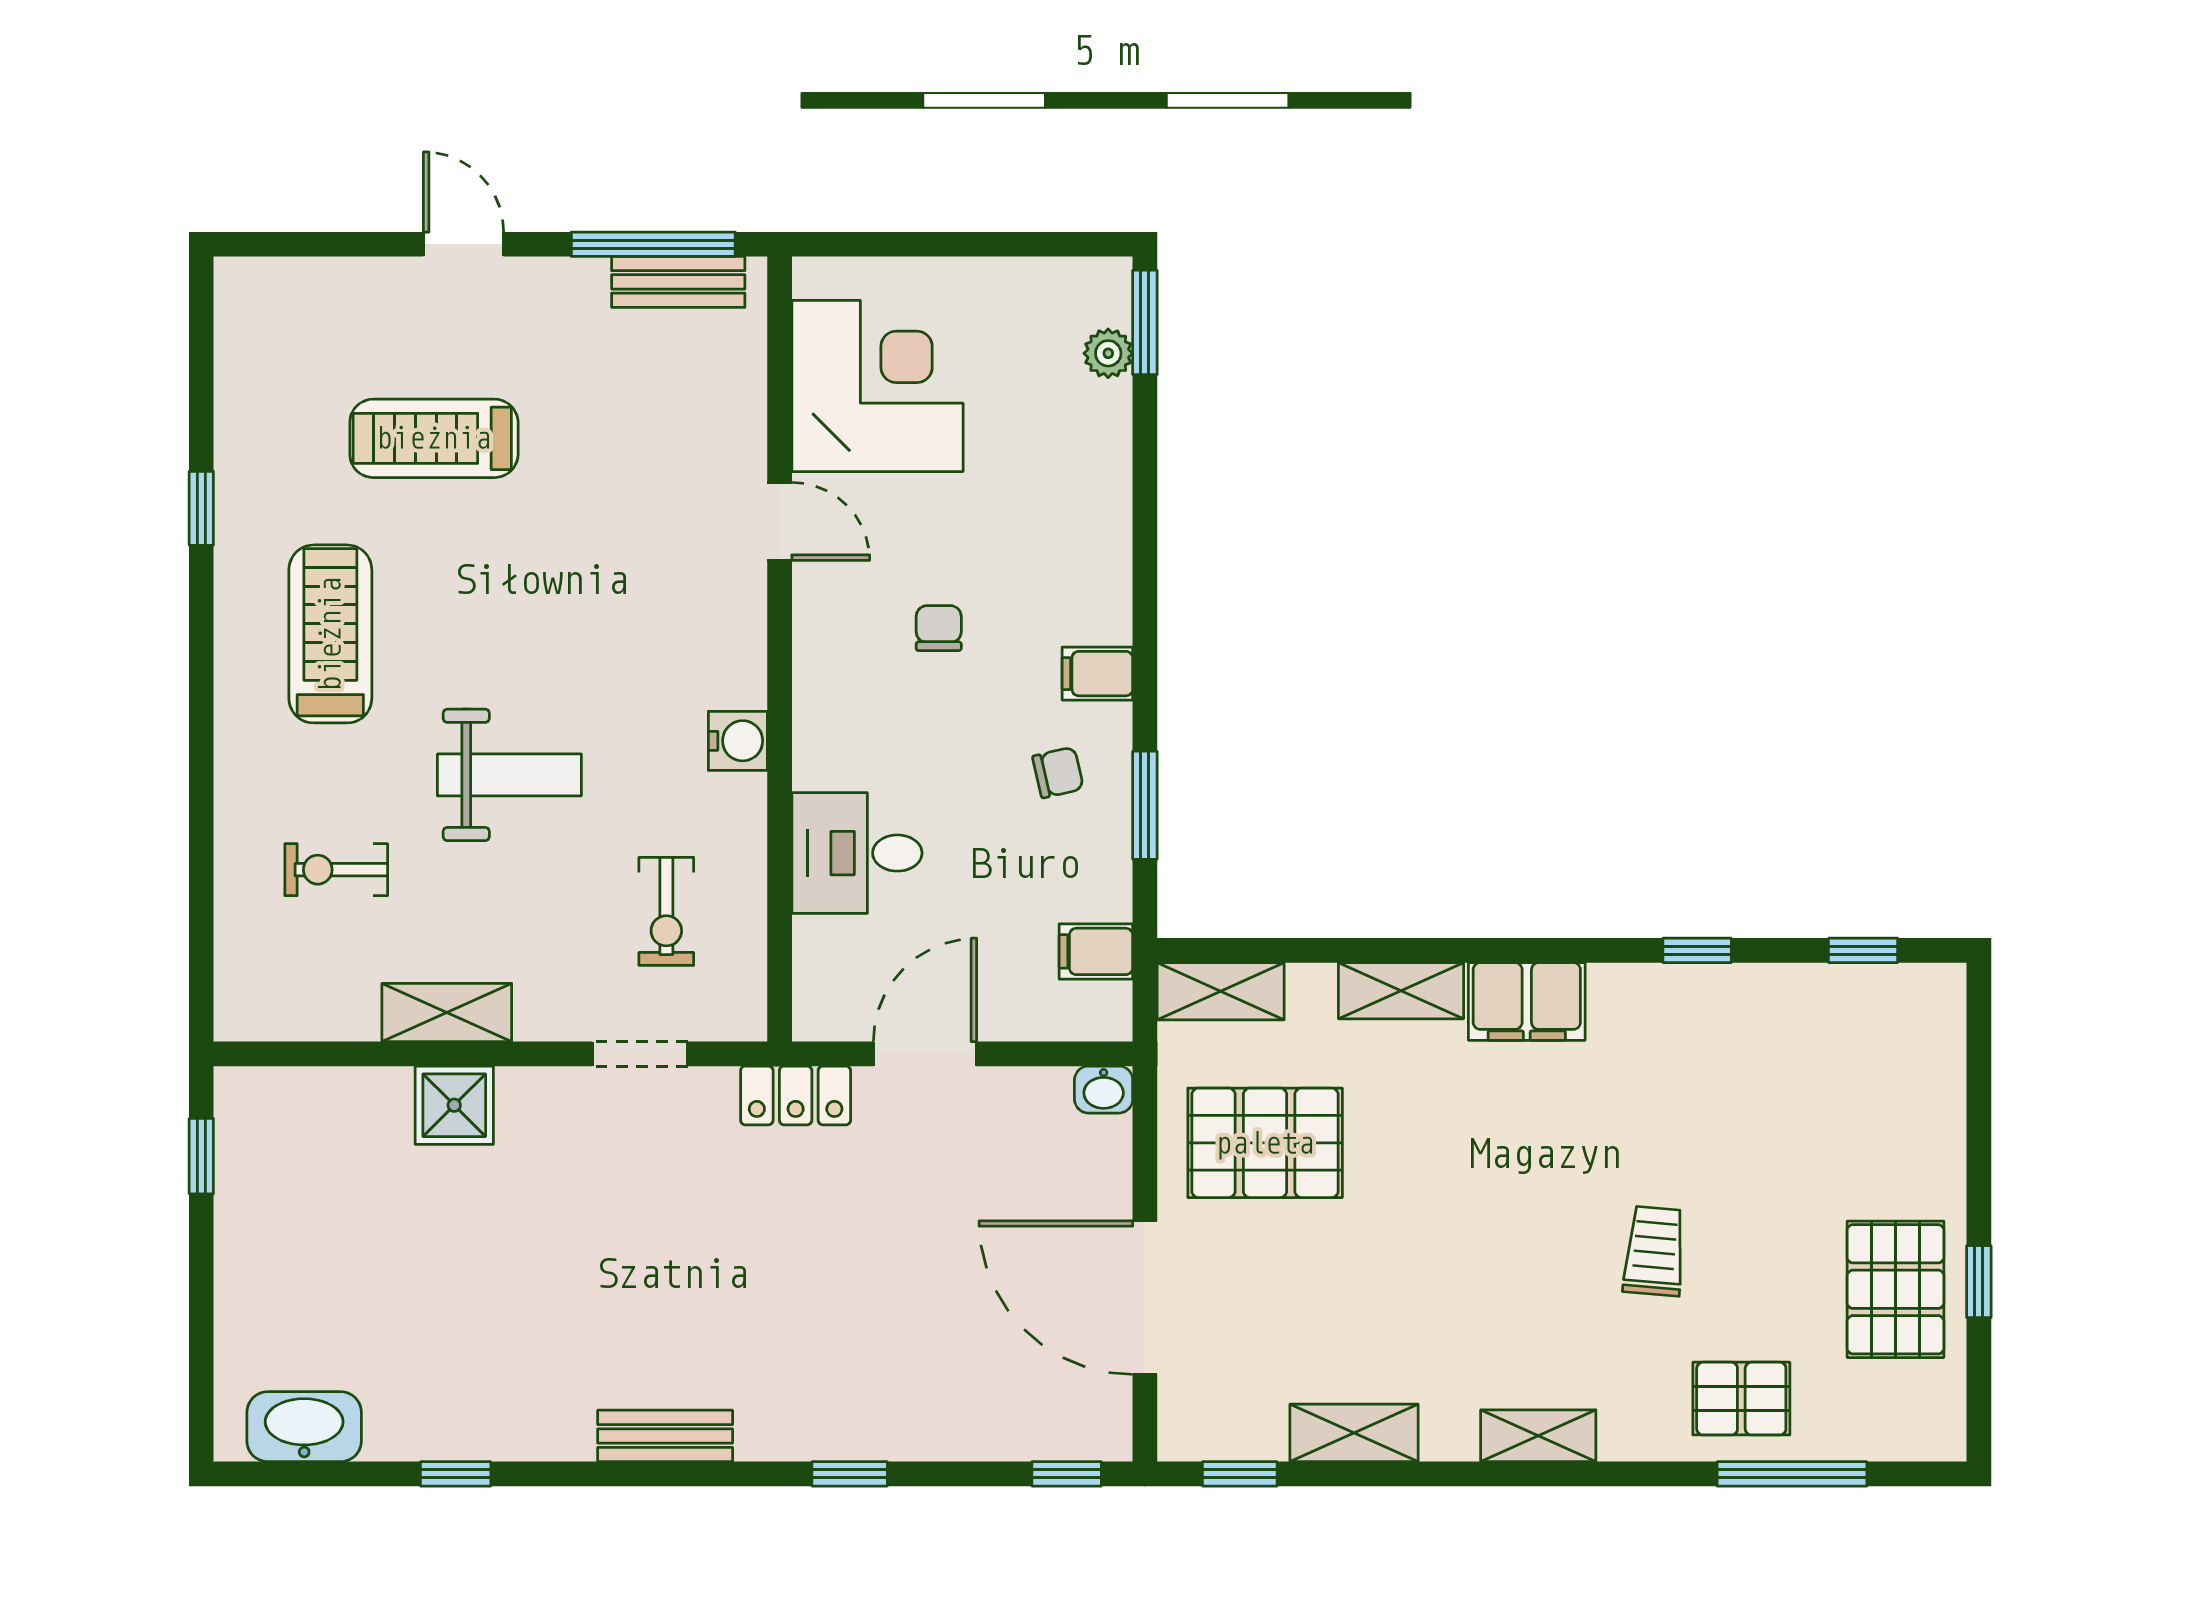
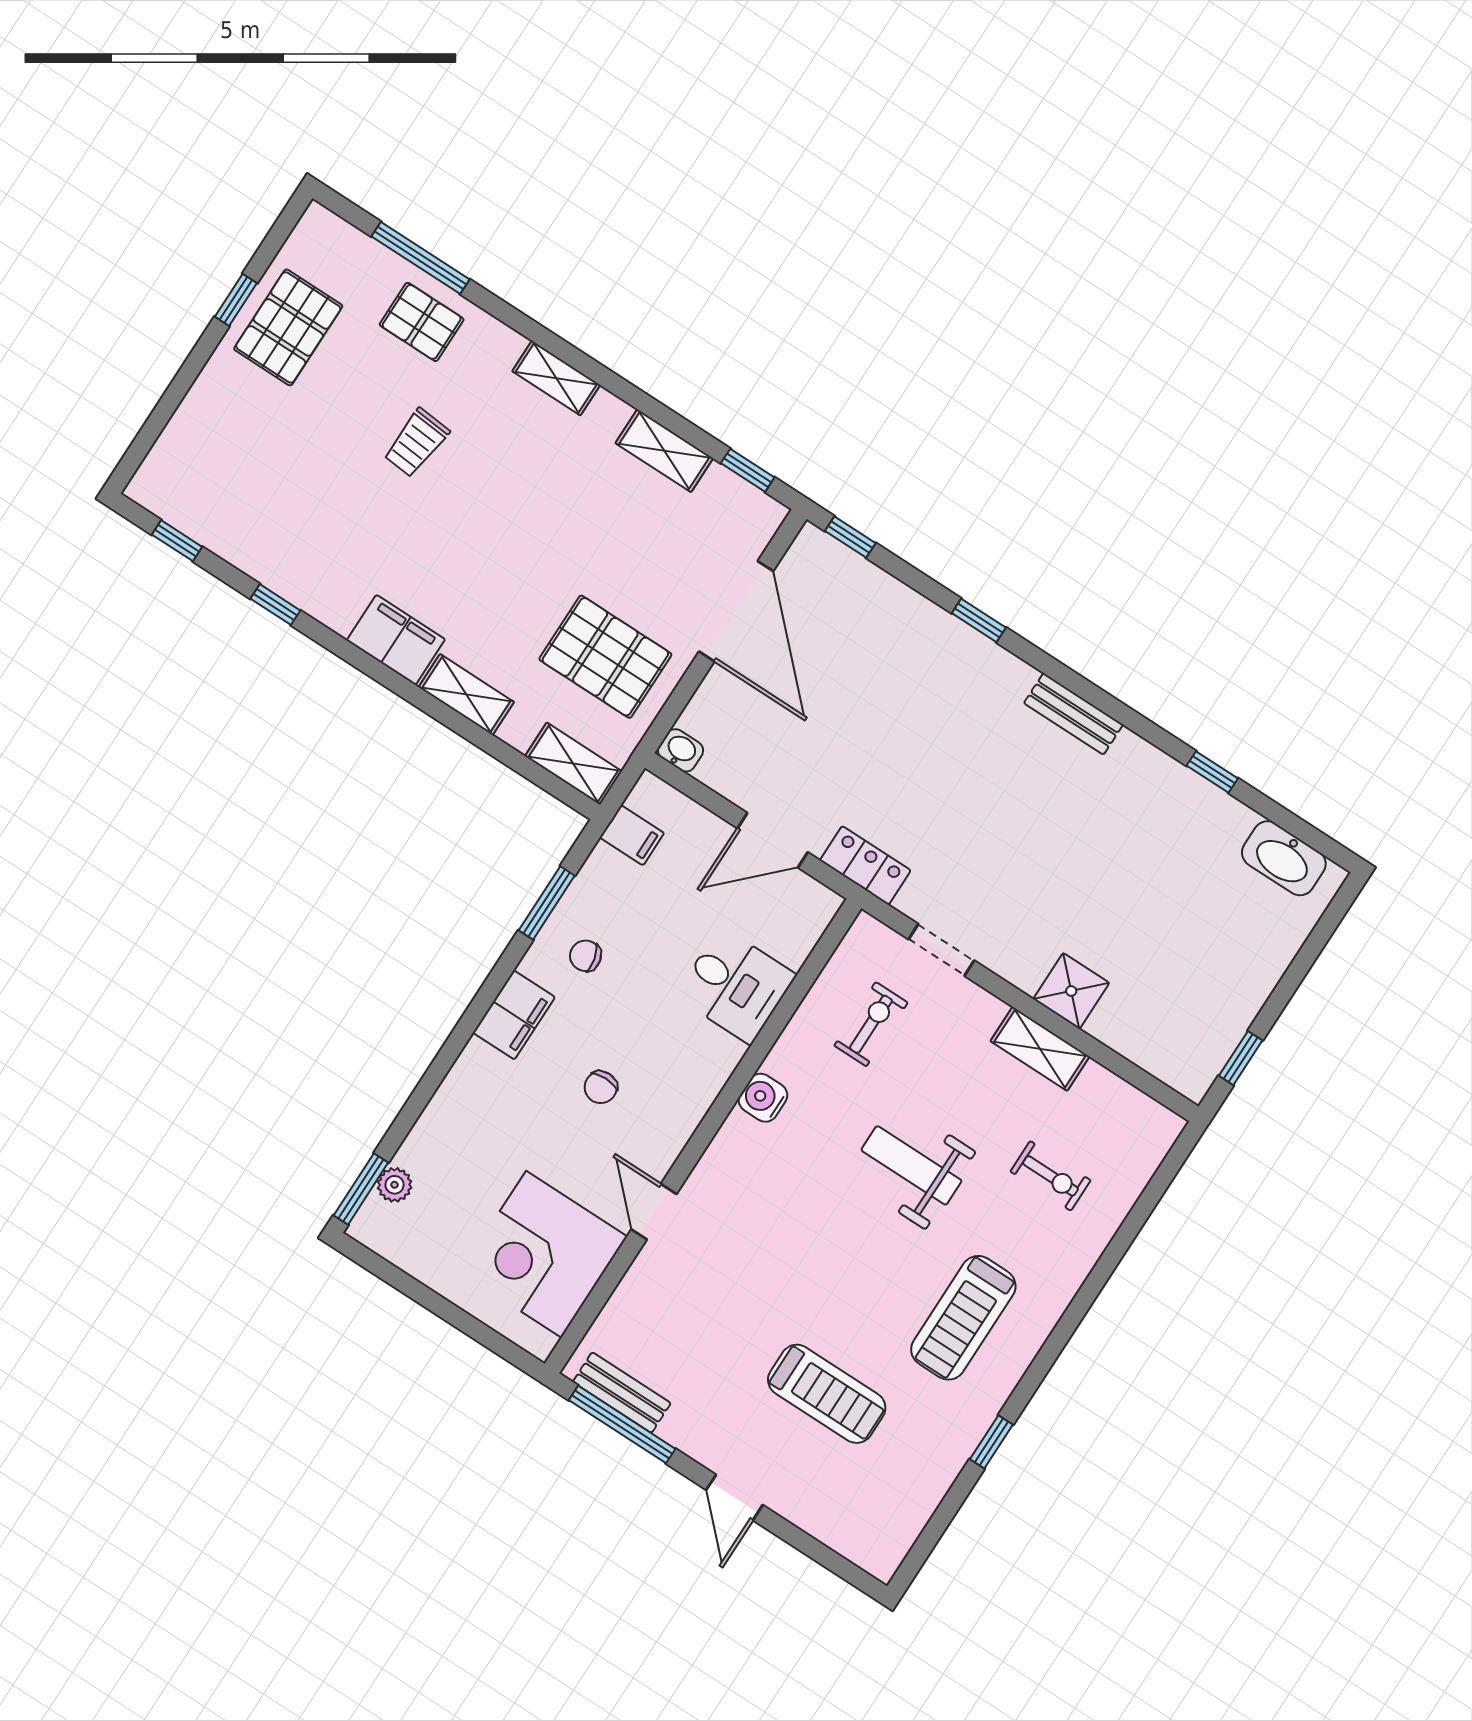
filing cabinet: (1097, 674) -> (514, 1015), width x2.00

